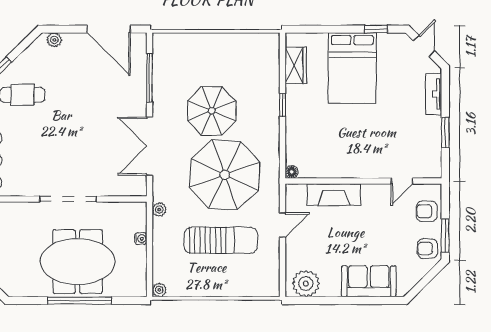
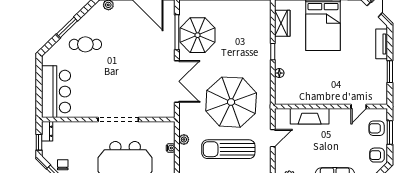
parasol: (212, 111) -> (198, 35), moved
double door: (150, 146) -> (177, 81), swing flipped
floor lamp: (292, 172) -> (279, 73), moved
plant: (159, 209) -> (184, 140), moved
window: (445, 236) -> (390, 132), moved
sun lounger: (221, 240) -> (228, 149), turned 180

